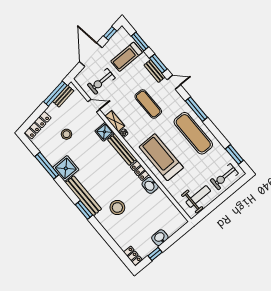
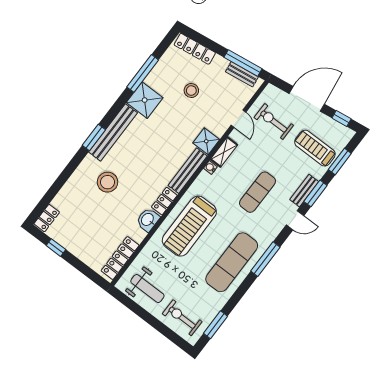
door: (174, 82) -> (295, 220), hinge flipped
treadmill: (161, 157) -> (189, 226), turned 180
locker: (173, 211) -> (120, 258), added
washbasin: (160, 238) -> (80, 249), removed

